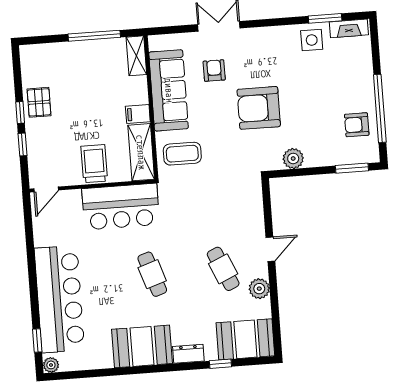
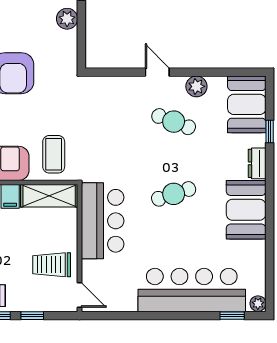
plant: (293, 159) -> (67, 19), moved
trolley: (94, 164) -> (52, 265), moved
cafe table: (223, 269) -> (174, 122), turned 45

